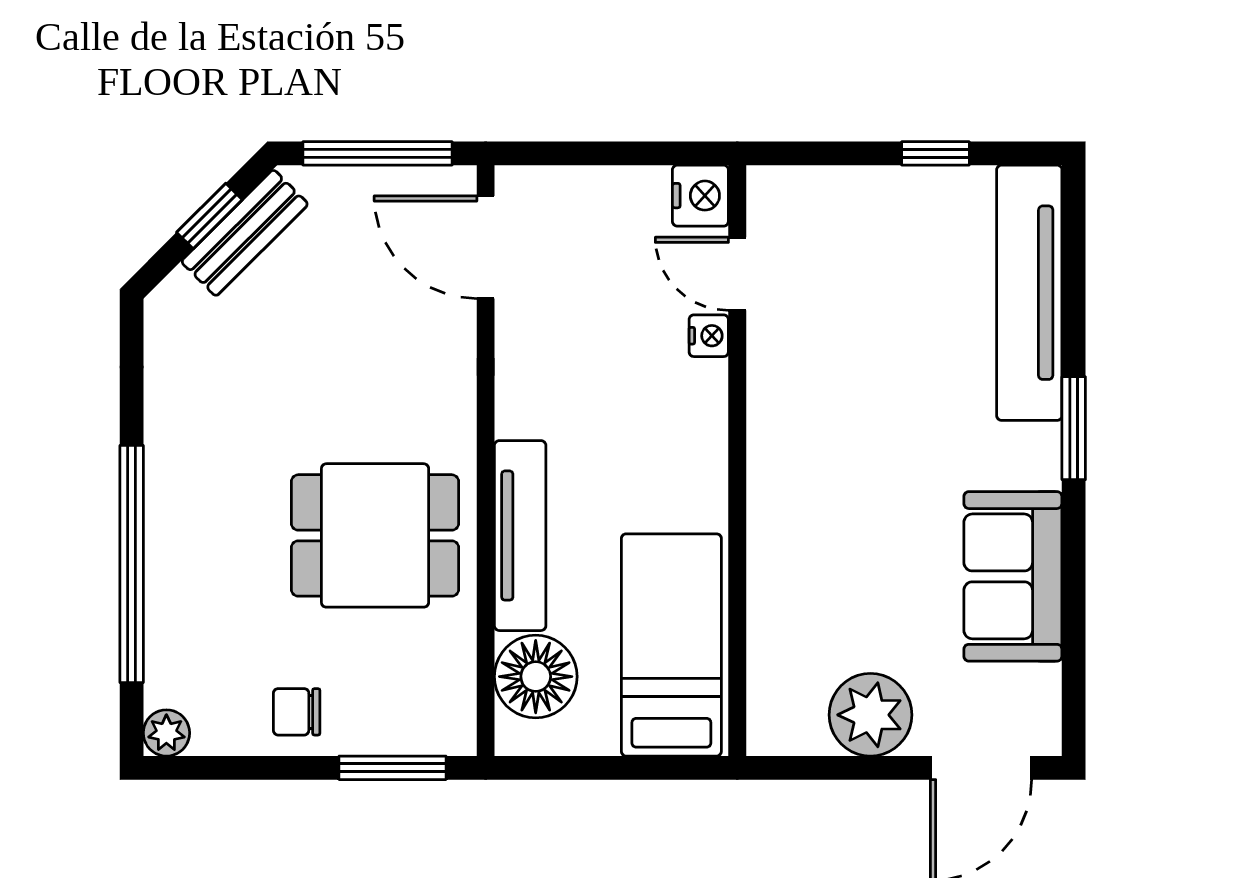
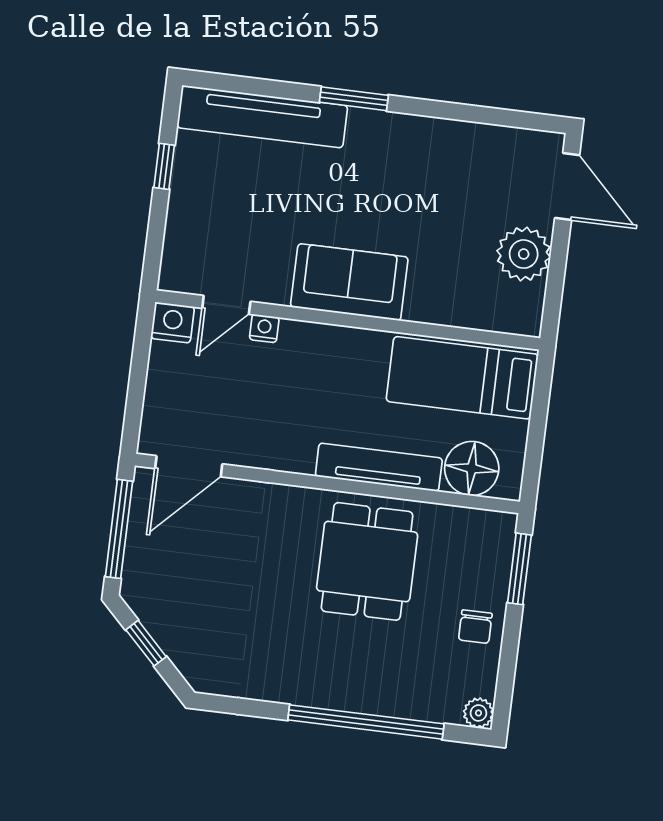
bench: (245, 233) -> (160, 622), removed
sofa: (1013, 576) -> (349, 282), moved, turned 180

